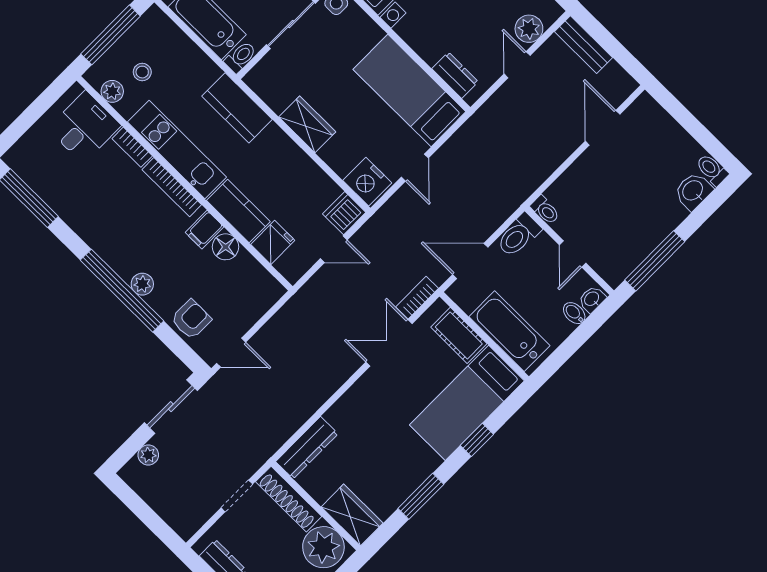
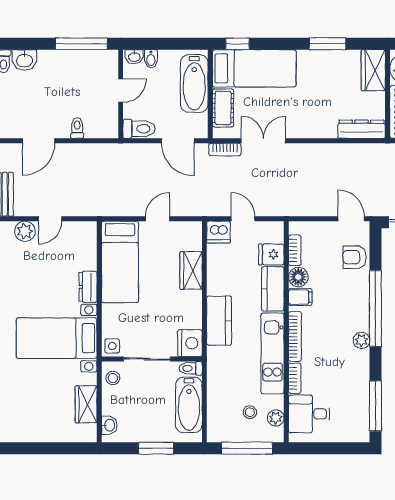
dresser: (455, 75) -> (88, 287), moved
kitchen counter: (237, 108) -> (219, 321), moved
wardrobe: (307, 124) -> (191, 271), moved
nightstand: (367, 182) -> (190, 343), moved
toilet: (545, 210) -> (77, 128), moved
bookcase: (254, 269) -> (295, 250), added
plant: (142, 284) -> (361, 340), moved
double door: (389, 343) -> (263, 141), swing flipped
window: (477, 440) -> (237, 44), moved

